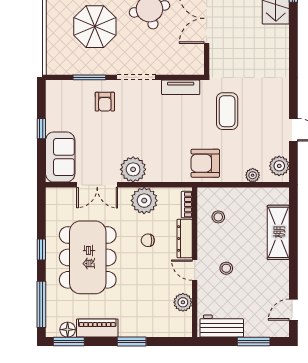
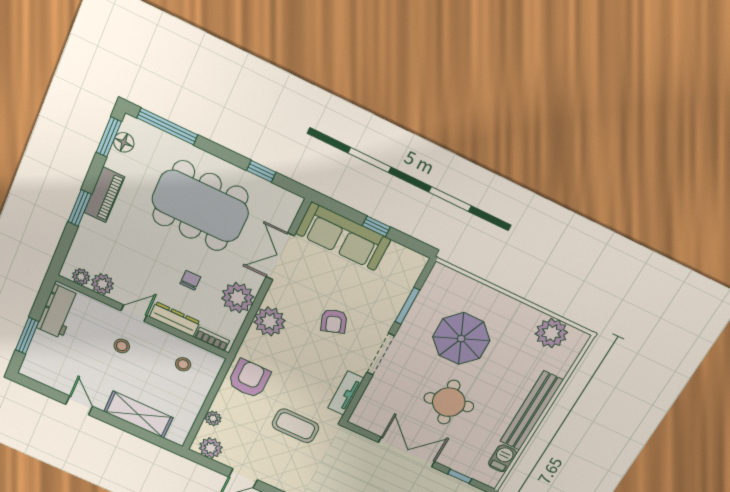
armchair: (105, 102) -> (334, 321), moved, turned -109
sofa: (60, 157) -> (343, 236), width x1.36
plant: (133, 169) -> (270, 321), moved
window: (41, 250) -> (261, 171), moved
door: (293, 310) -> (79, 405), moved
plant: (185, 320) -> (81, 277), added
piano: (97, 328) -> (104, 195), moved

